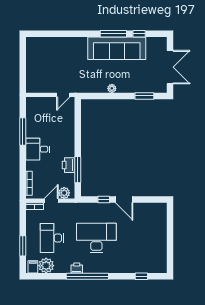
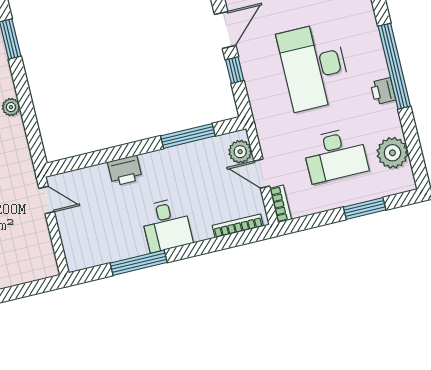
printer: (68, 165) -> (125, 170), moved
filing cabinet: (33, 267) -> (402, 178), removed

